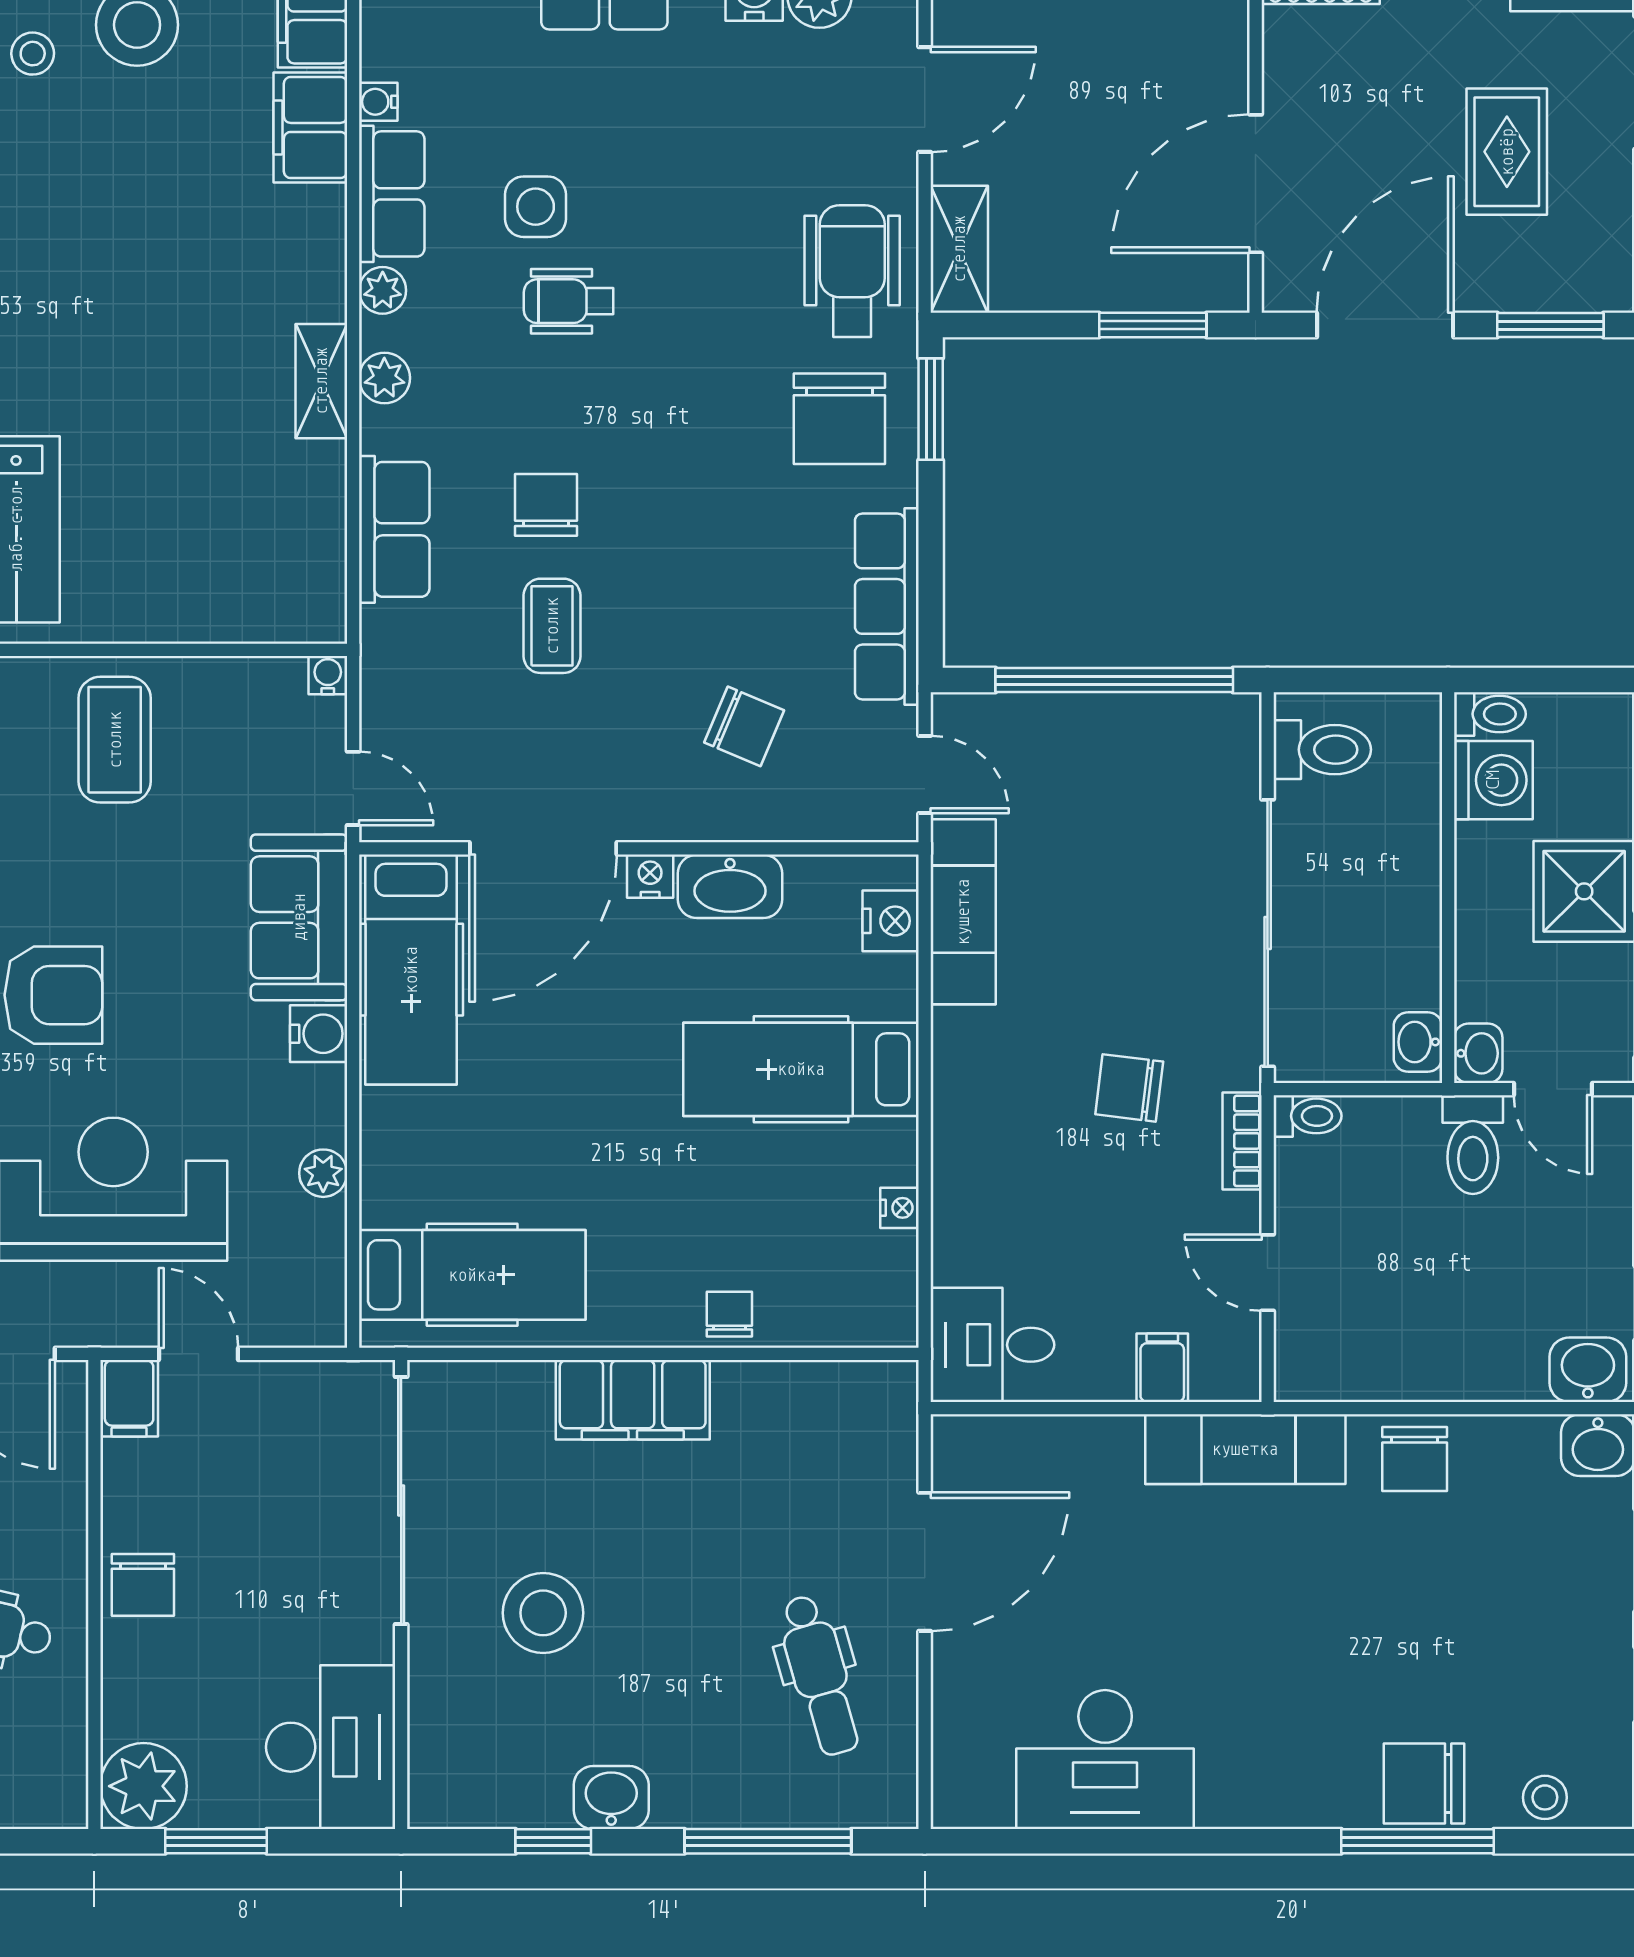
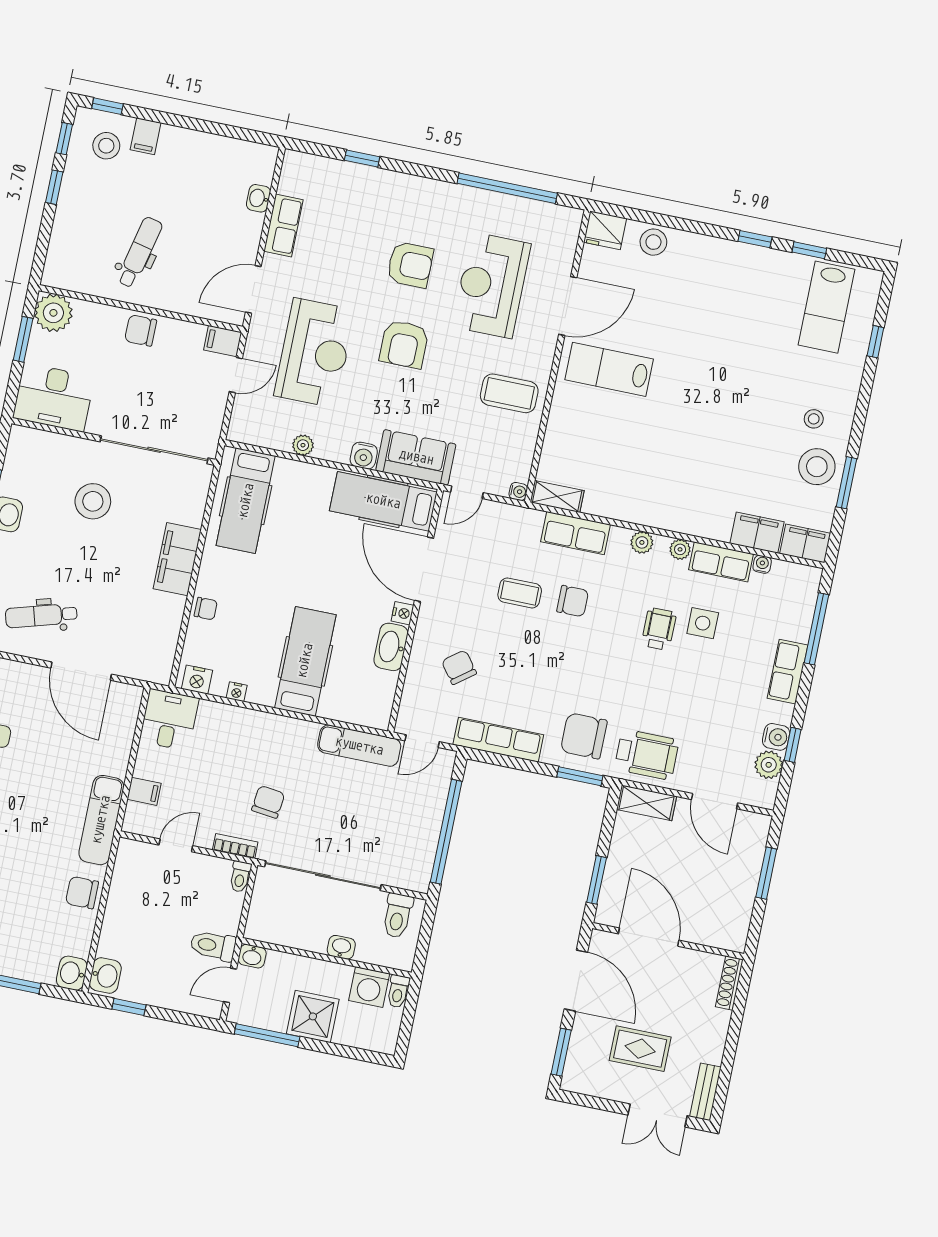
shelving: (321, 381) -> (557, 497), moved
chair: (744, 726) -> (459, 667), turned 120
nightstand: (891, 921) -> (197, 680), moved
washbasin: (1418, 1042) -> (341, 947), moved

